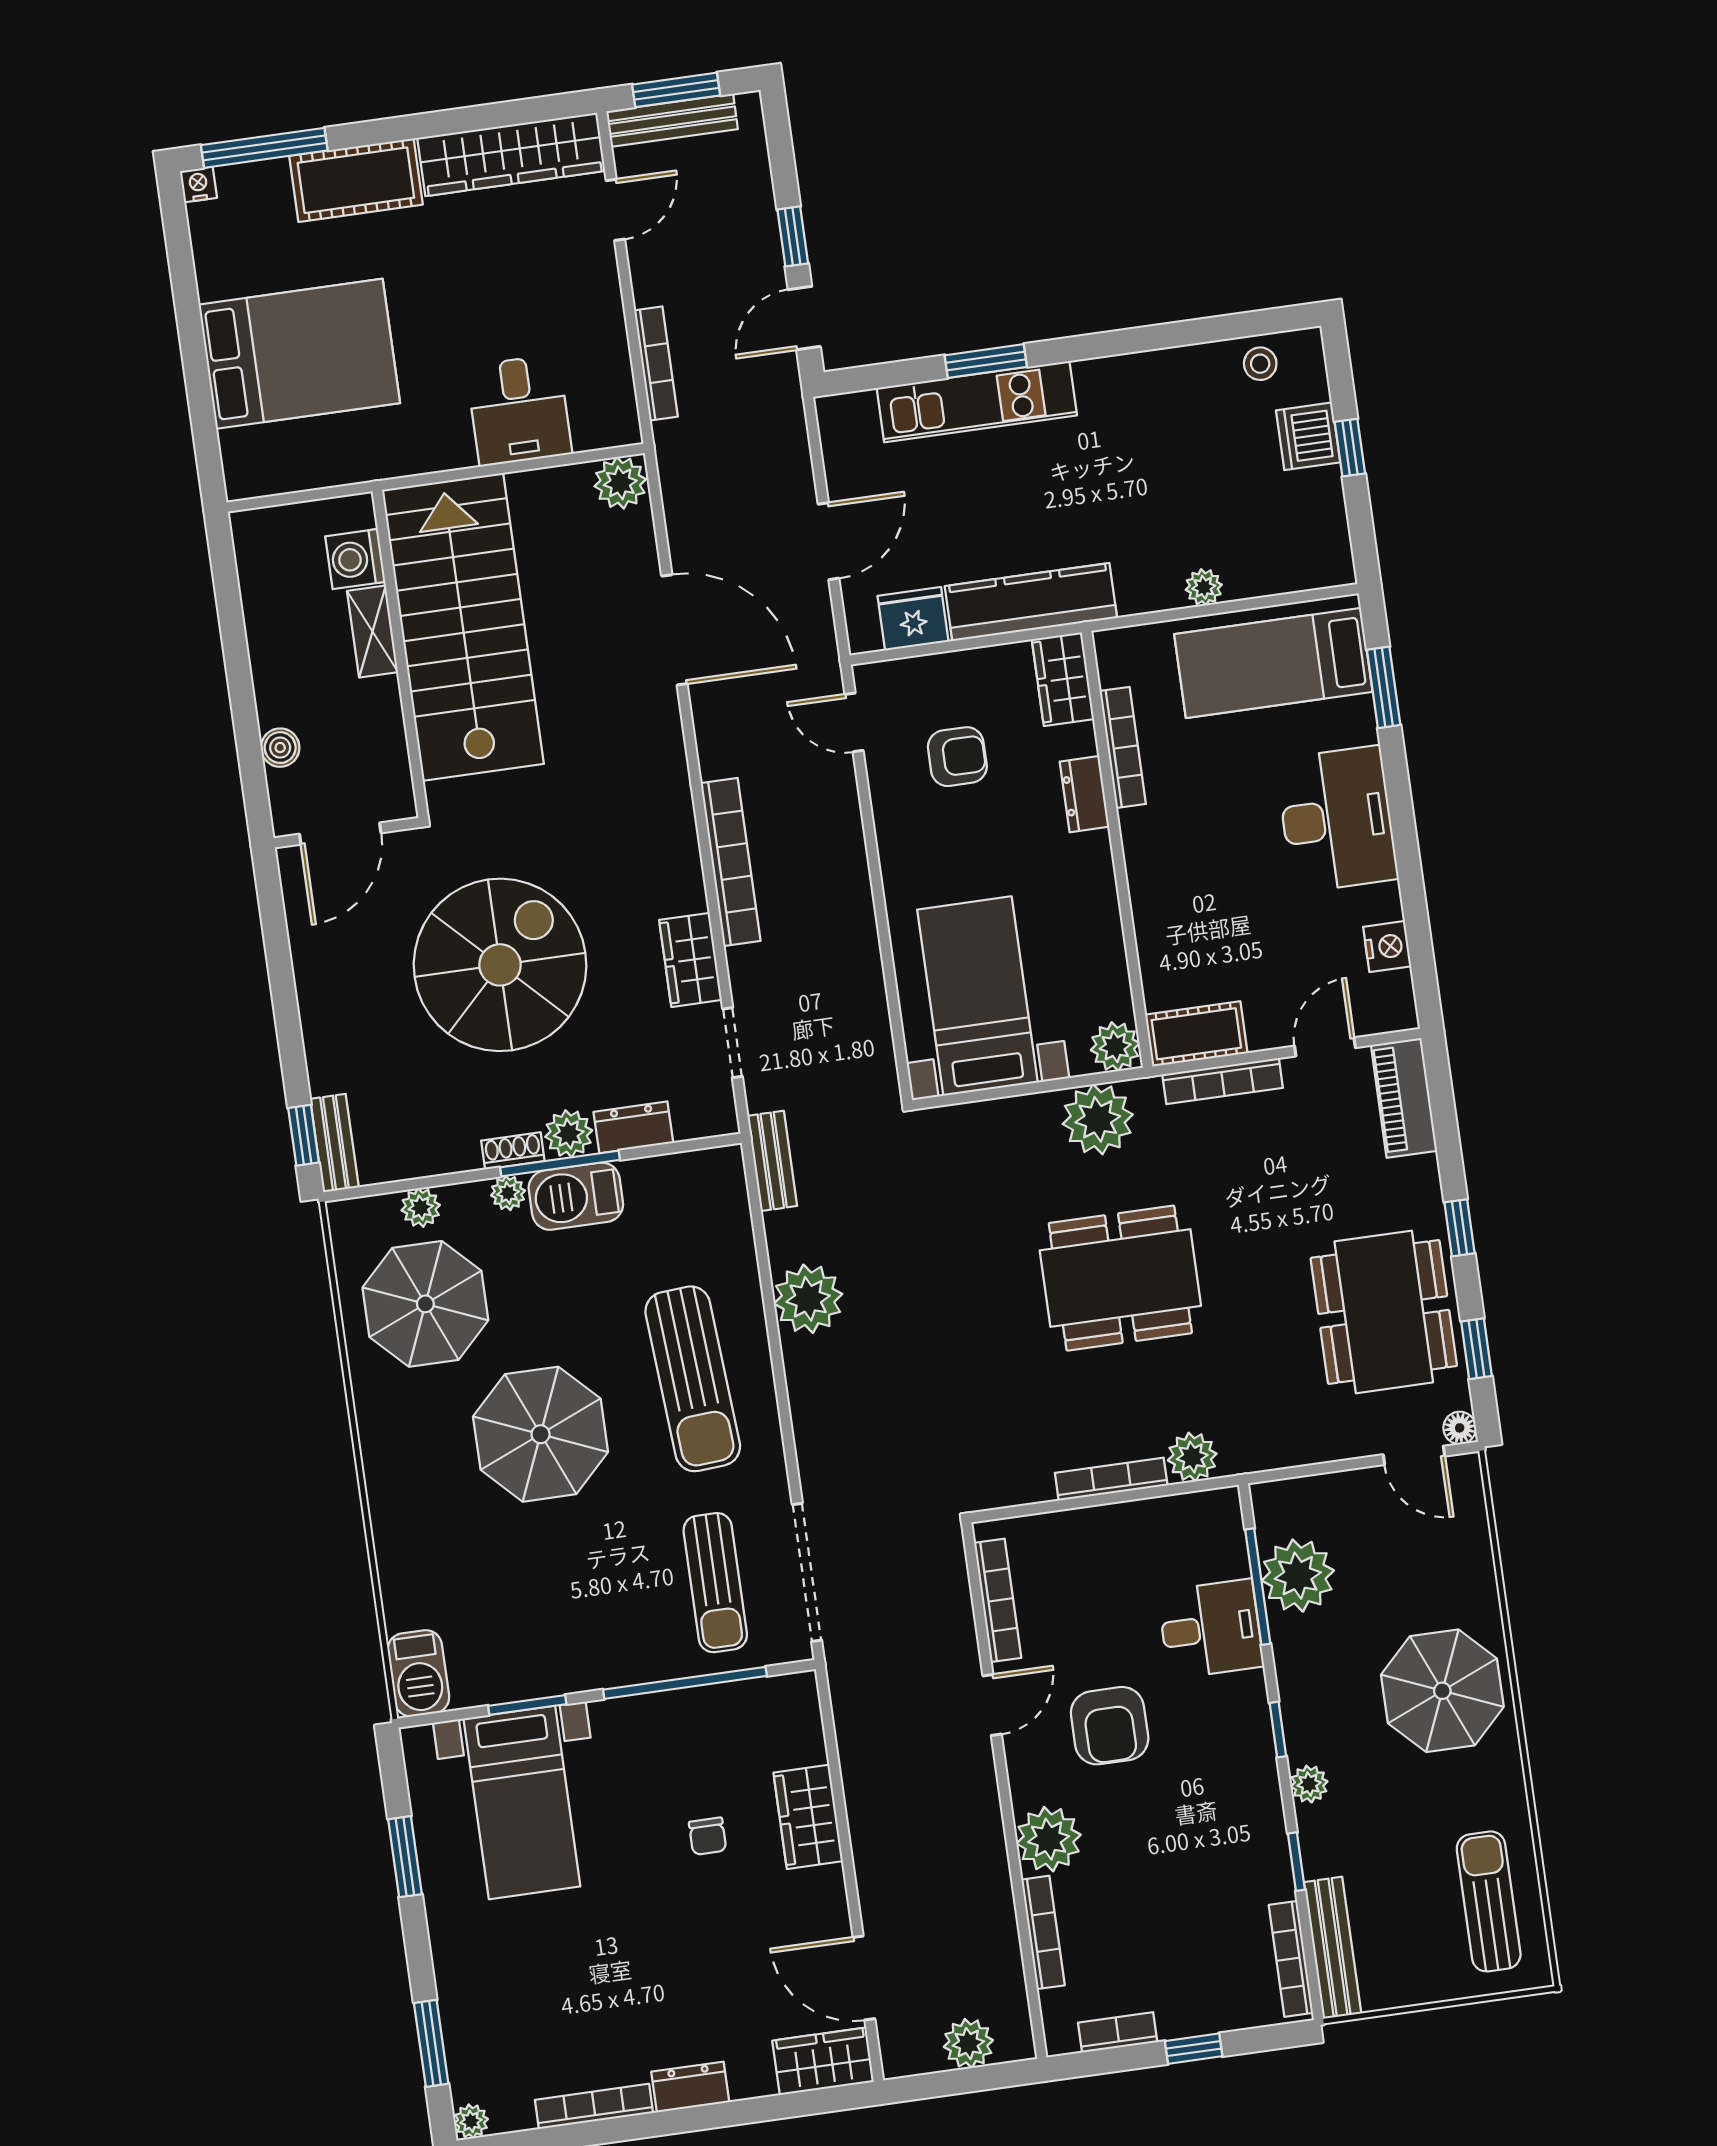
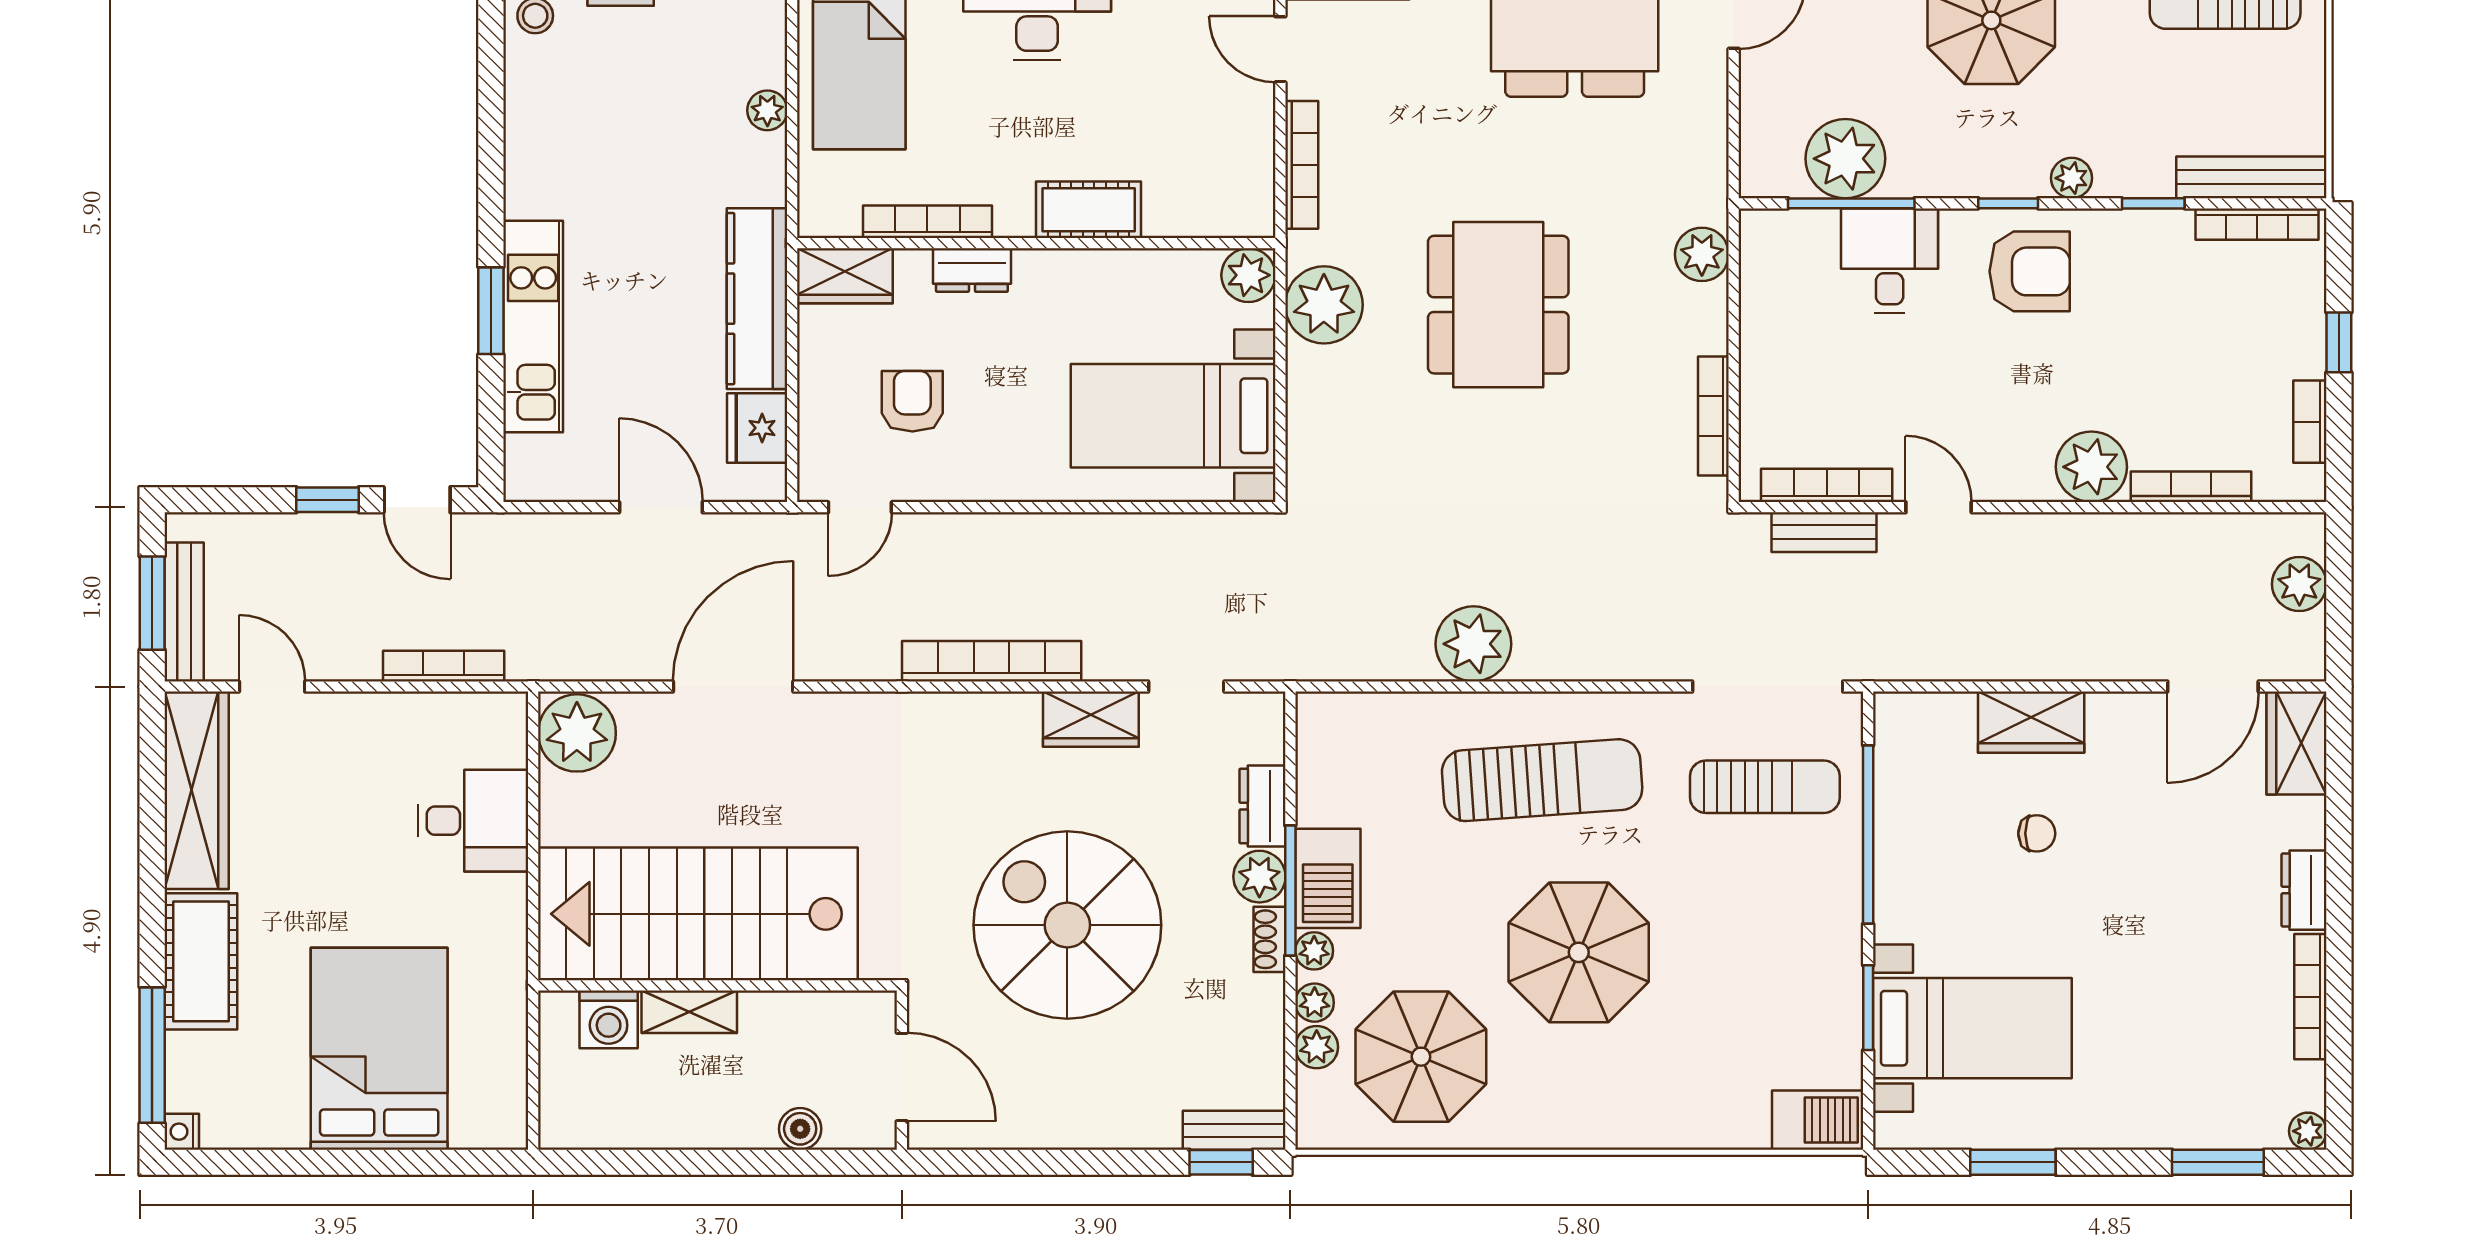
plant: (620, 483) -> (577, 733), width x1.36, depth x1.36
cot: (1196, 1034) -> (1089, 210), moved, turned 90
bench: (772, 1161) -> (1824, 532), moved
plant: (461, 1200) -> (1315, 1003), added
bookcase: (1111, 1479) -> (1713, 416), moved
armchair: (1110, 1726) -> (2030, 271), moved

